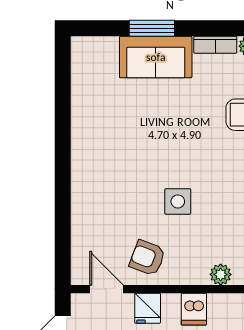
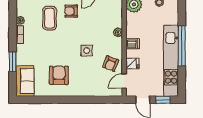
sofa: (156, 57) -> (25, 81), moved
armchair: (120, 137) -> (59, 75), added

